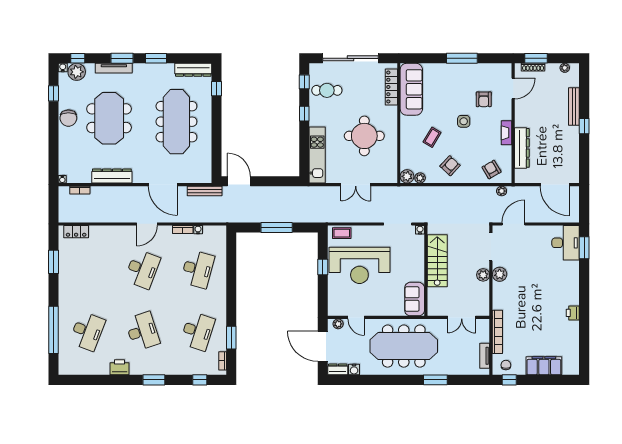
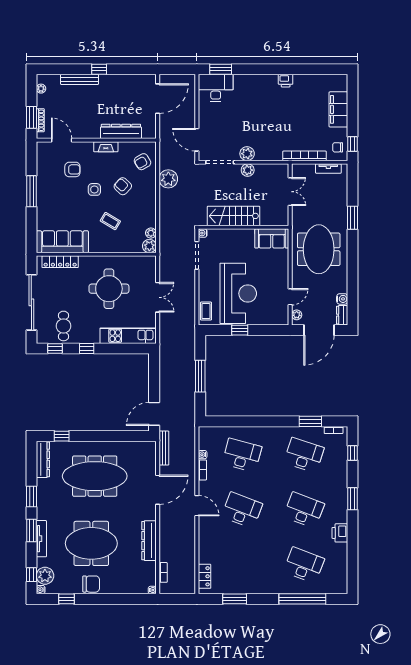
armchair: (450, 166) -> (123, 186), moved
plant: (502, 191) -> (168, 179), moved, width x1.88, depth x1.88
desk: (142, 331) -> (304, 510), turned 39
meeting table: (404, 346) -> (319, 249), width x0.73

